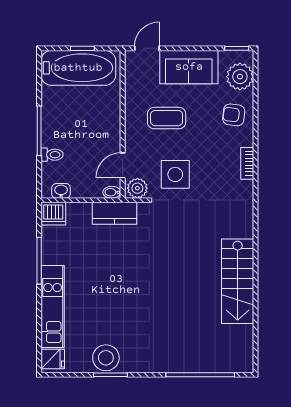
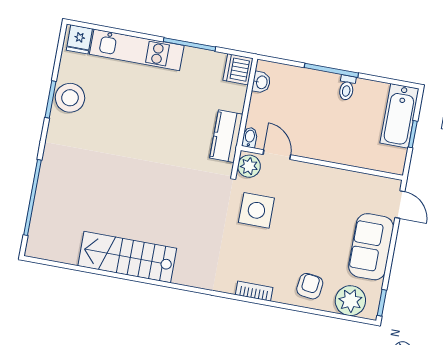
bathtub: (78, 68) -> (399, 116), width x0.73, depth x0.73
coffee table: (167, 118) -> (320, 212), removed
toilet: (52, 155) -> (347, 88), moved

